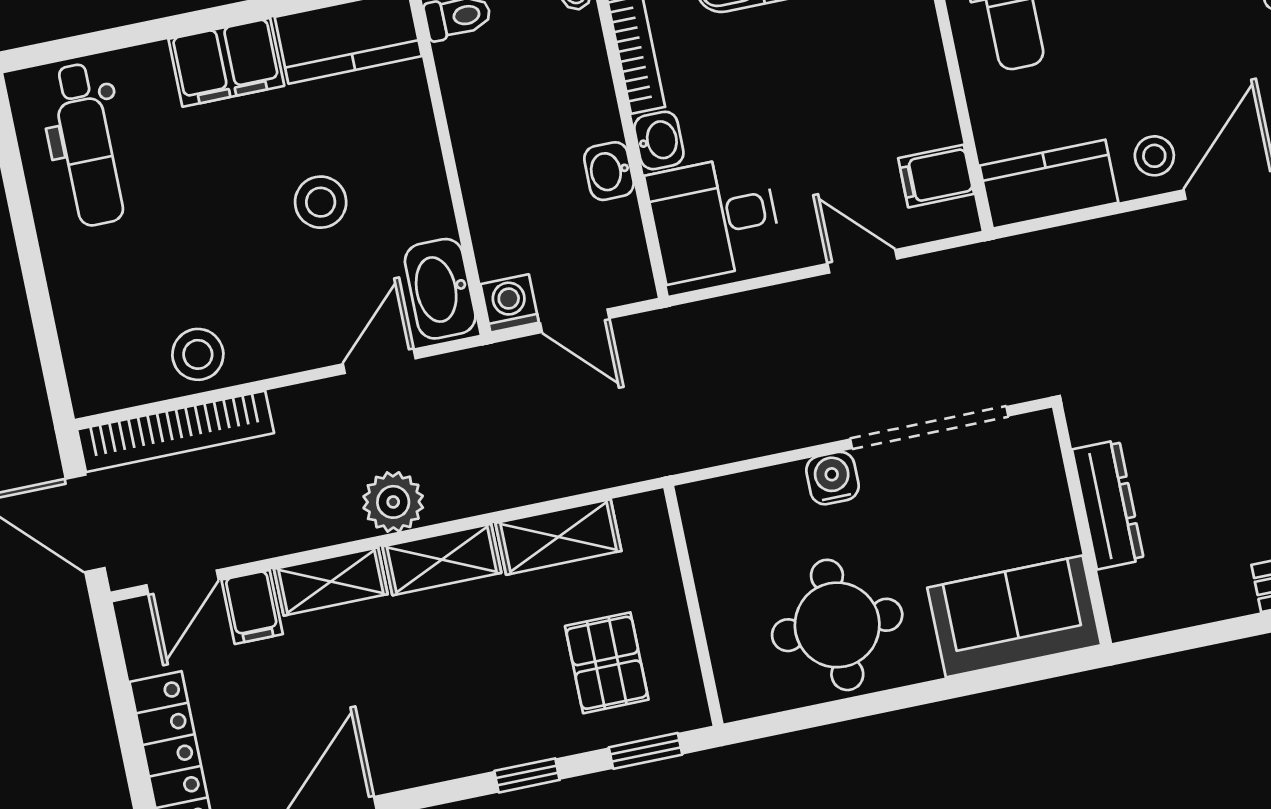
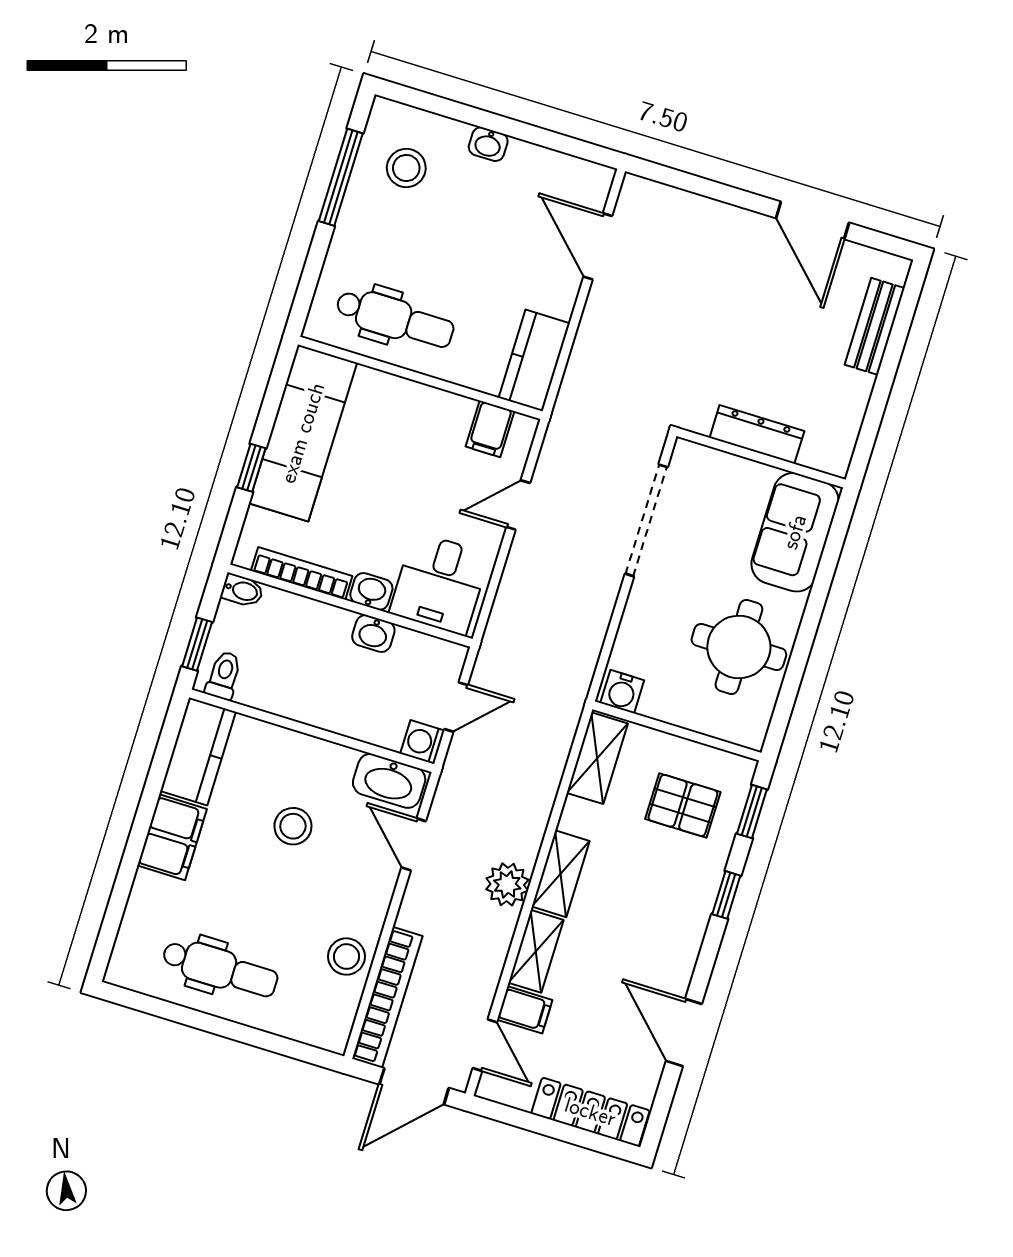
dental chair: (87, 145) -> (220, 969), moved
stool: (1154, 156) -> (553, 284), removed
water cooler: (832, 478) -> (622, 692), moved, turned -90
shelving: (558, 537) -> (597, 758), moved

